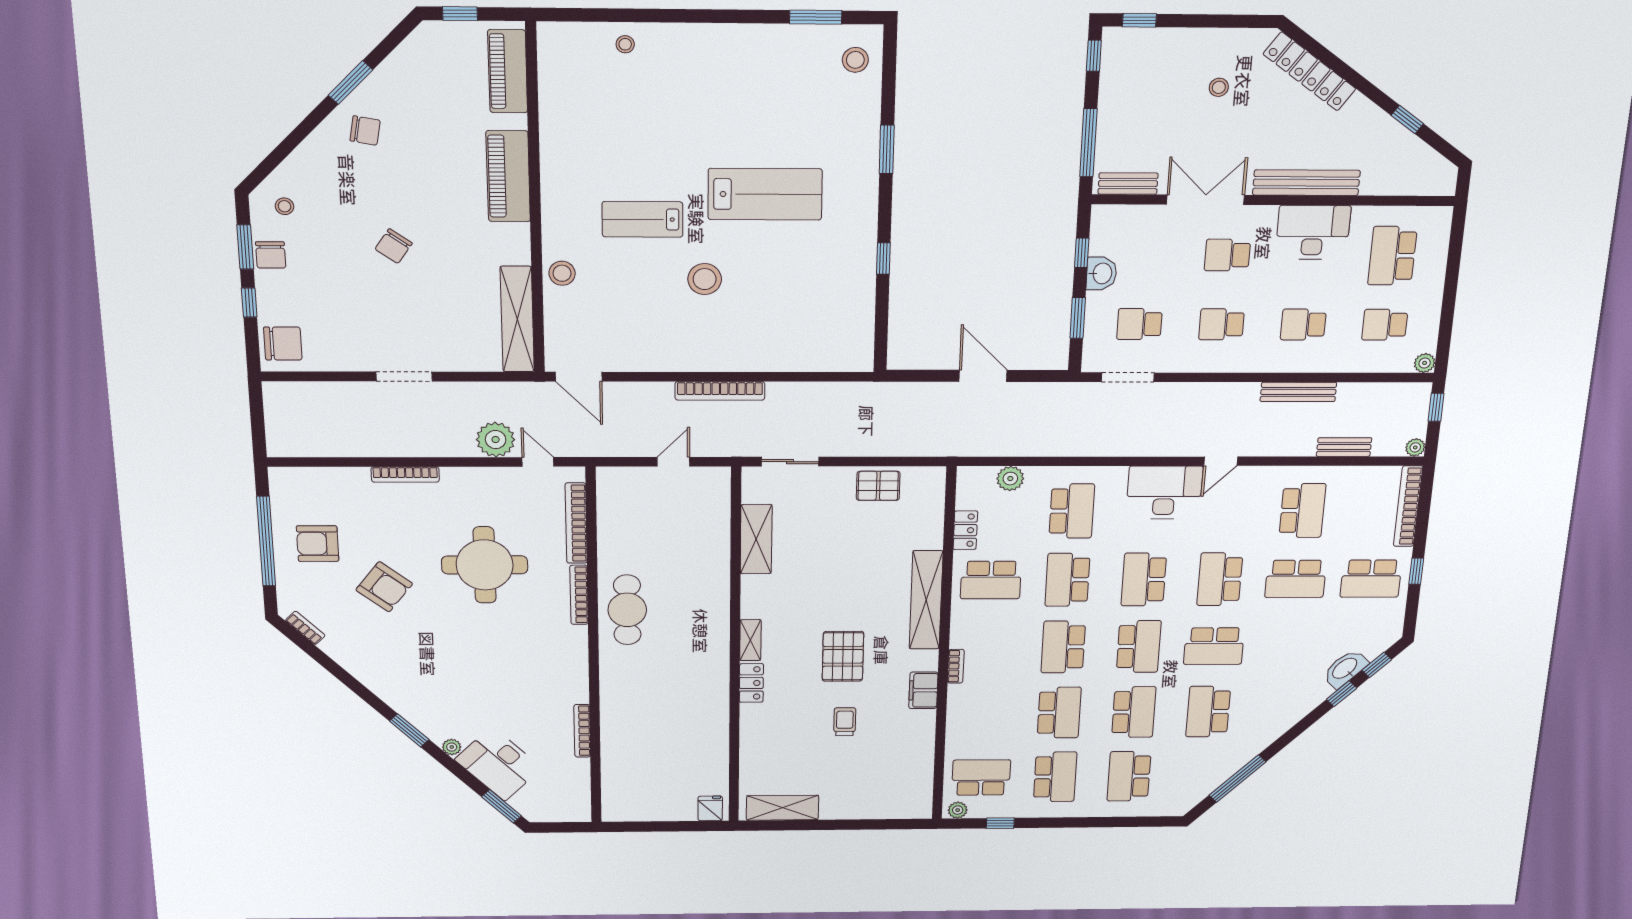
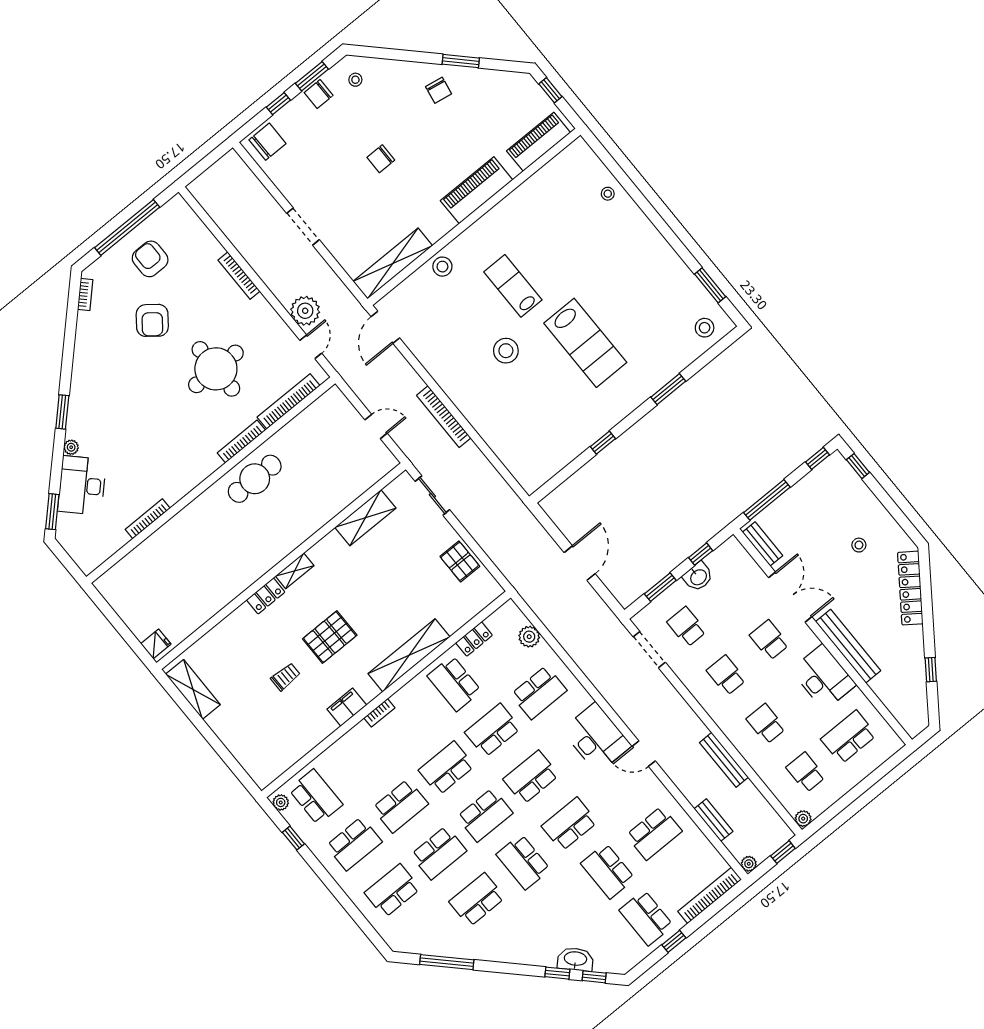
chair: (394, 246) -> (381, 159), turned -35
chair: (283, 343) -> (268, 142), turned -90

